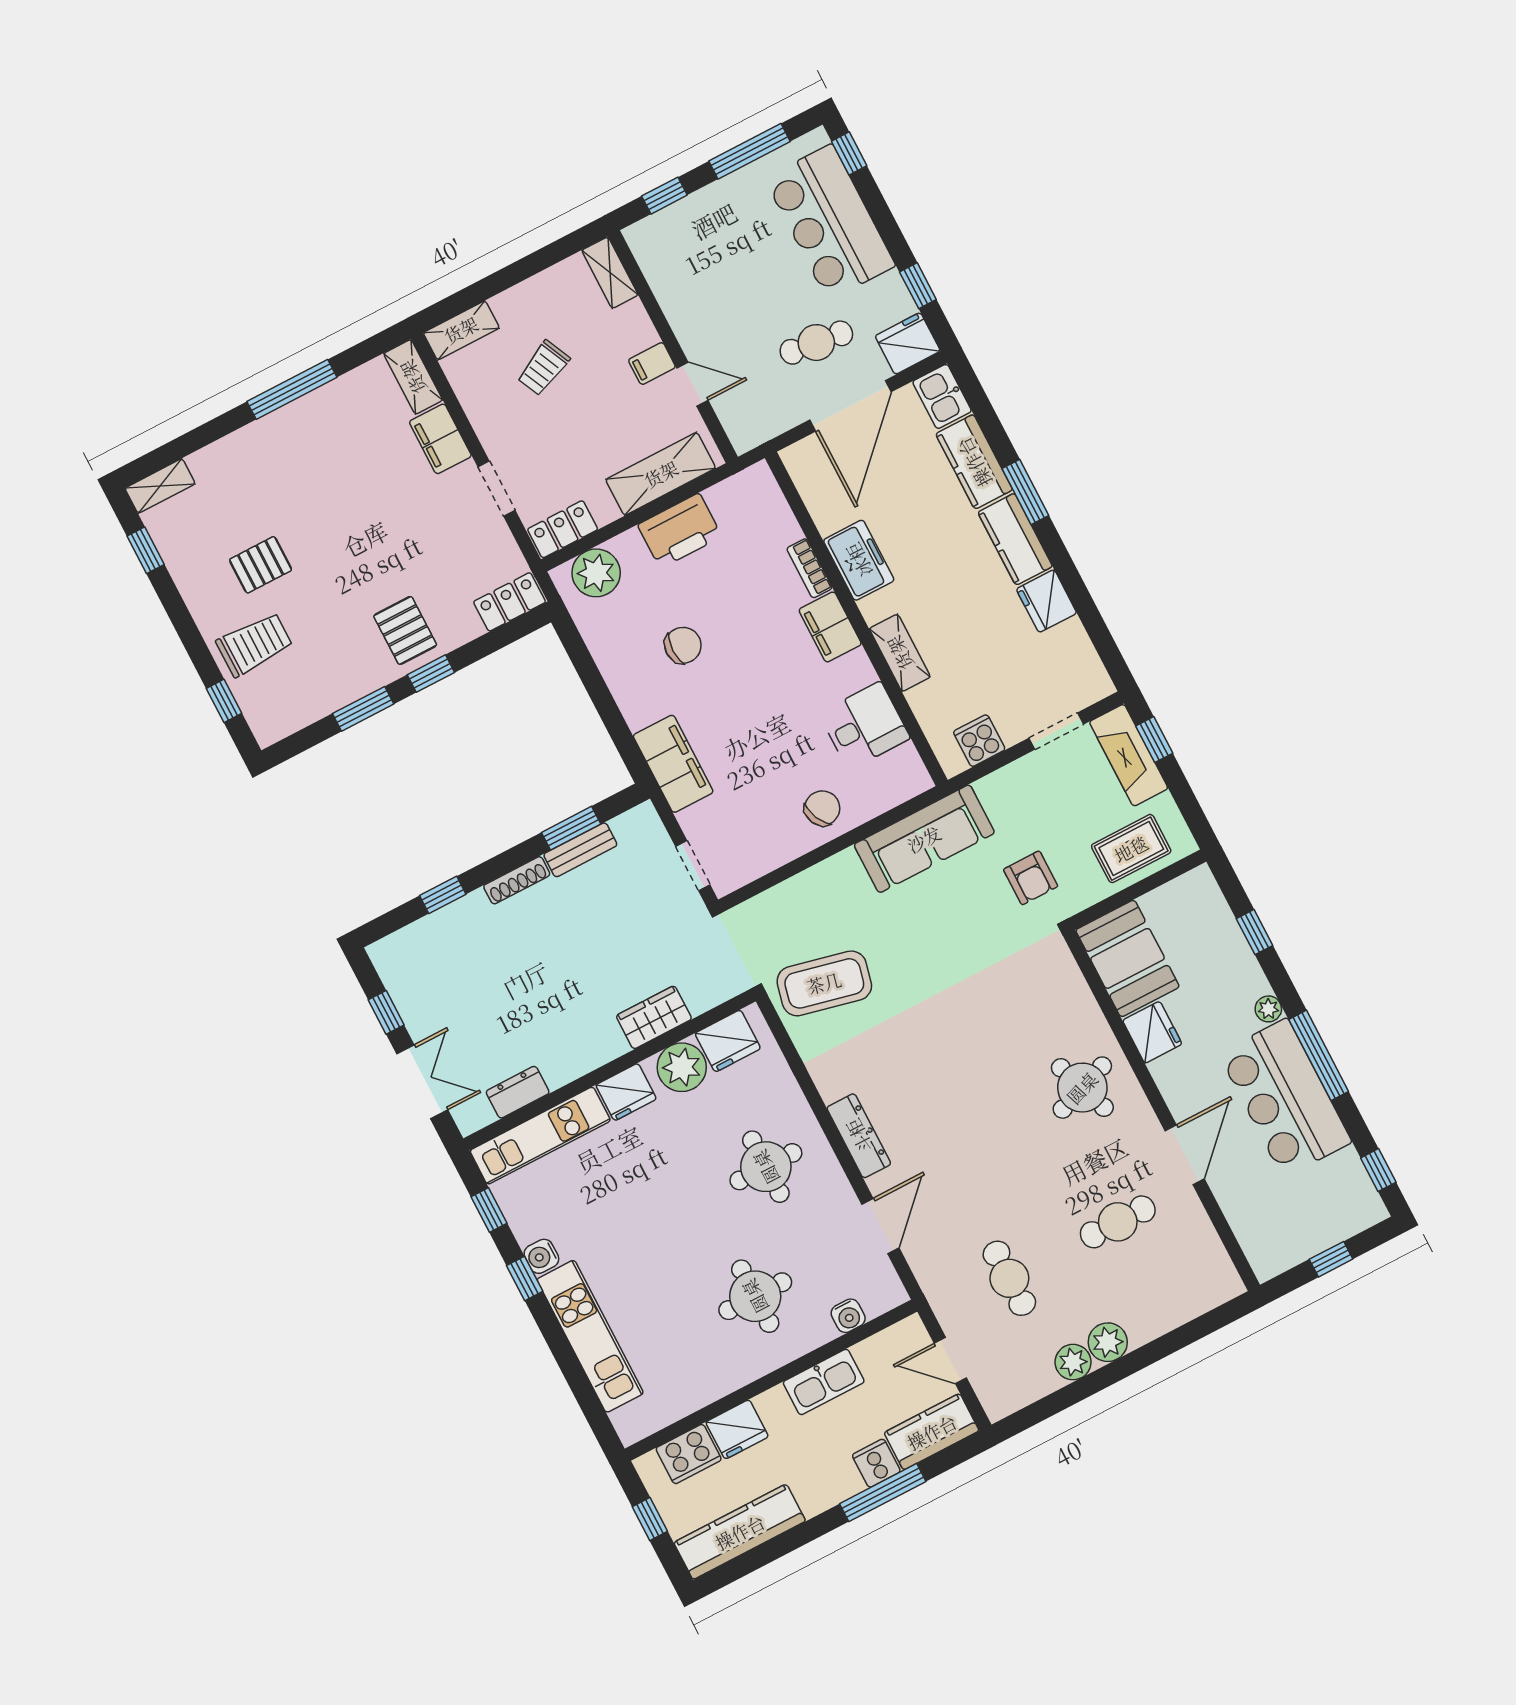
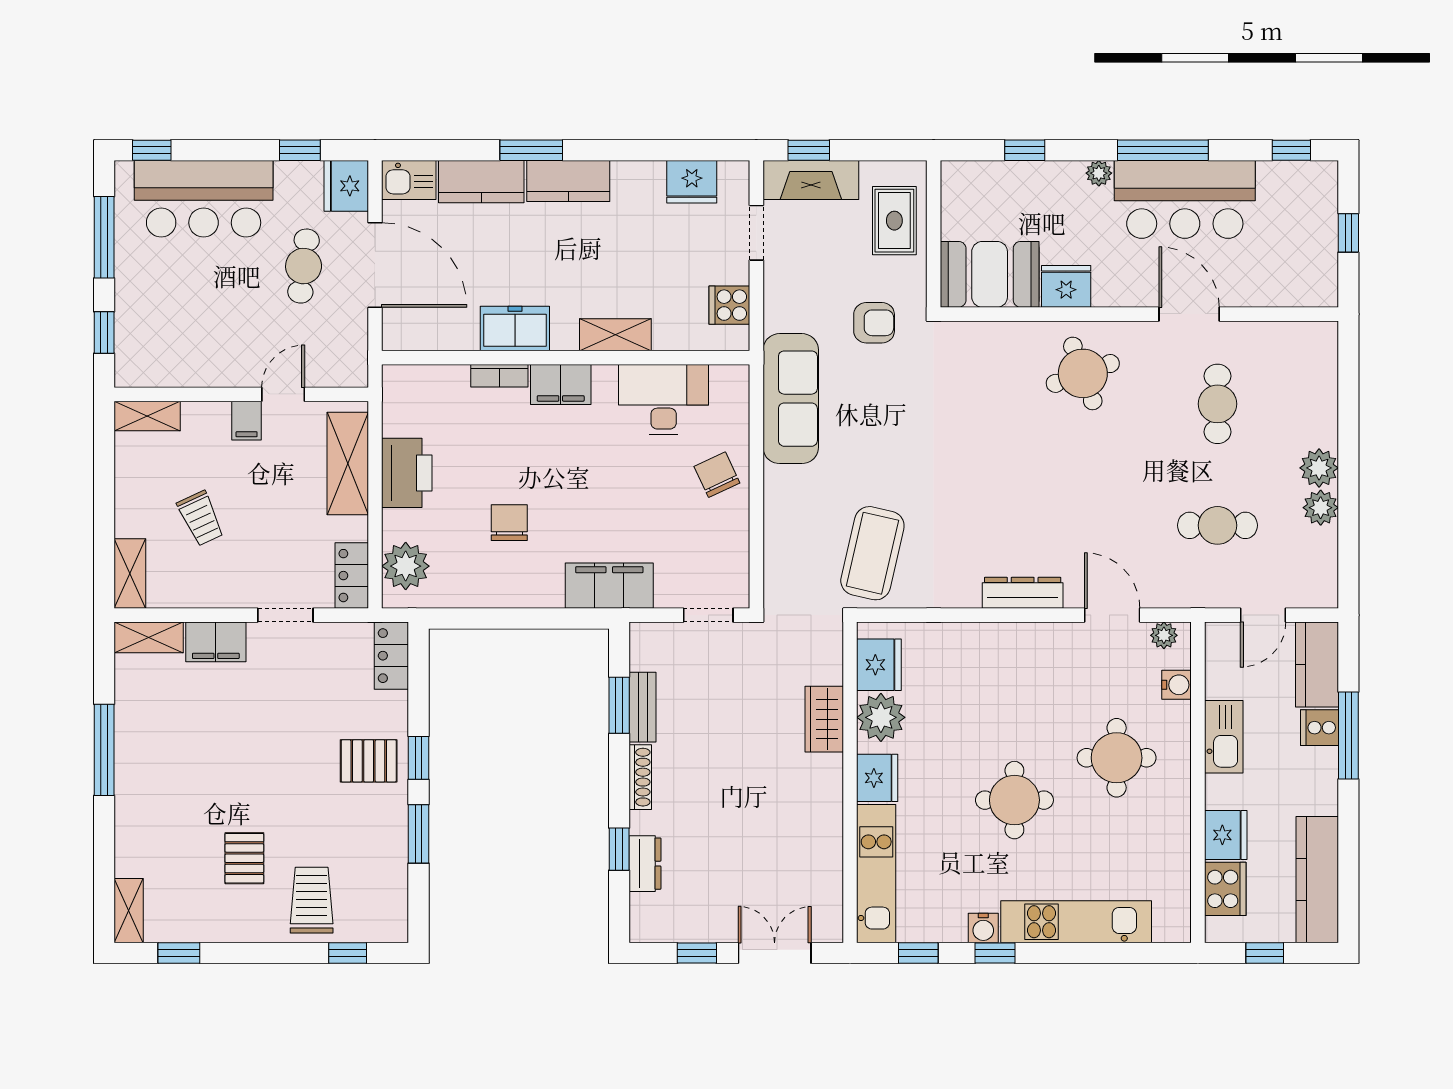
fridge: (1047, 601) -> (692, 182), moved
desk: (864, 726) -> (664, 400), width x1.37
dresser: (518, 1092) -> (645, 864), moved, turned 180
round table: (766, 1167) -> (1014, 800), moved
plant: (886, 1282) -> (1164, 635), added

